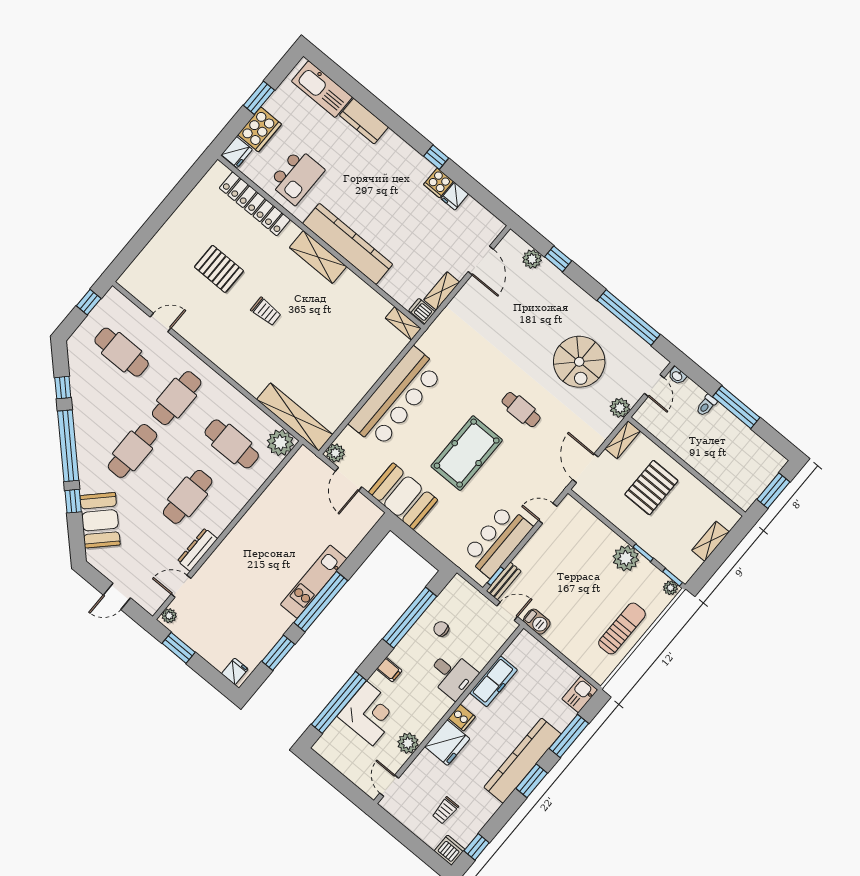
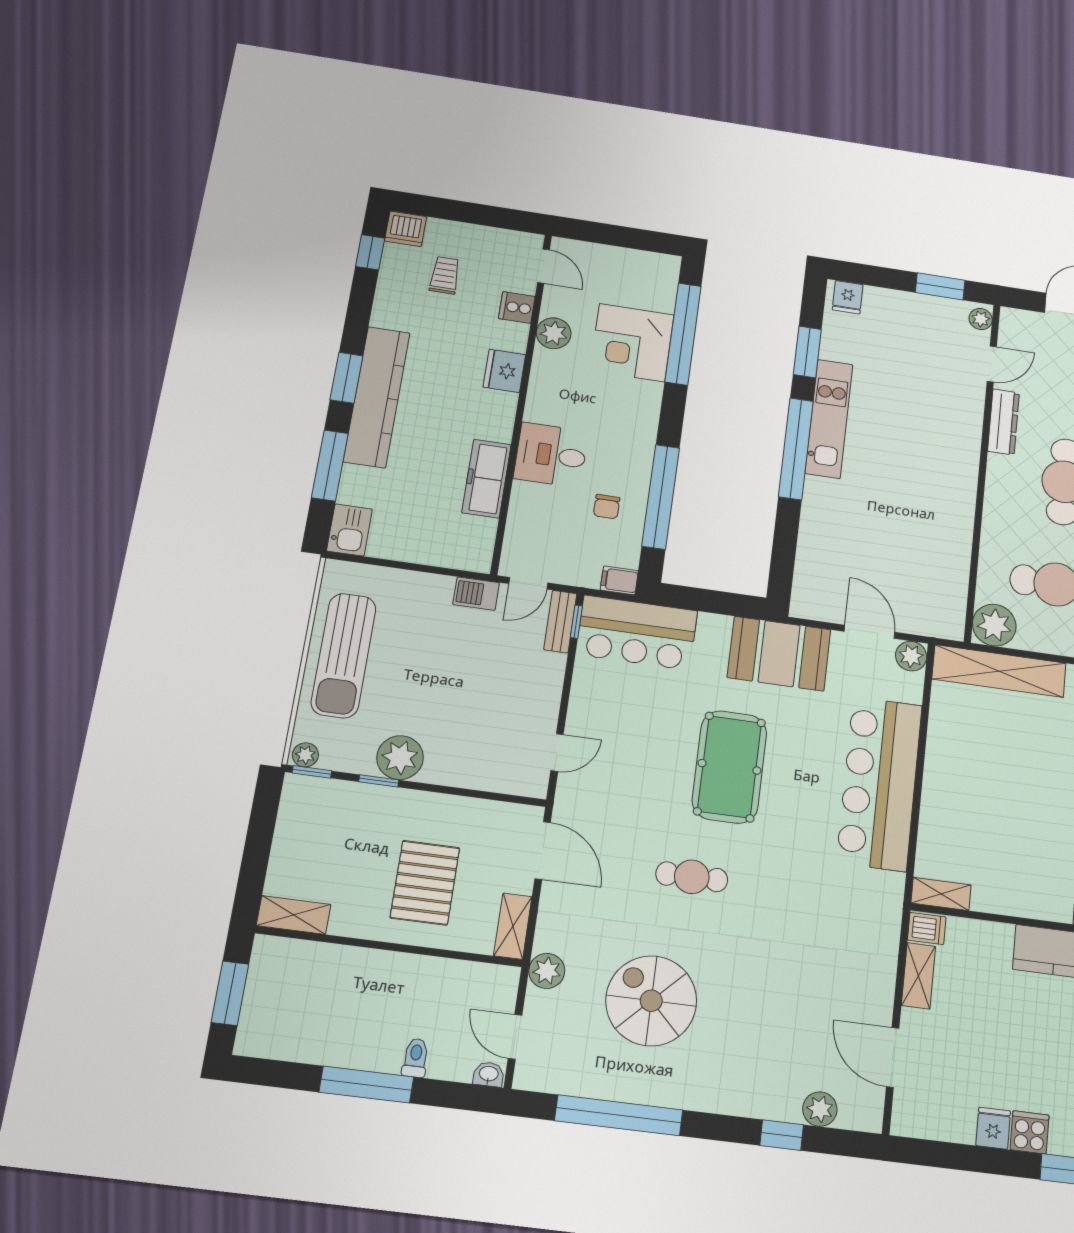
bar counter: (497, 541) -> (637, 633), moved, turned 90
shelving: (710, 541) -> (294, 915), moved, turned 90
kitchen unit: (314, 582) -> (829, 419), moved
sun lounger: (622, 628) -> (344, 655), width x1.36, depth x1.34
chair: (441, 629) -> (607, 507), turned 90
filing cabinet: (389, 670) -> (619, 580), moved
cooker: (462, 718) -> (517, 307), moved
fridge: (447, 743) -> (504, 371), width x0.73, depth x0.75

